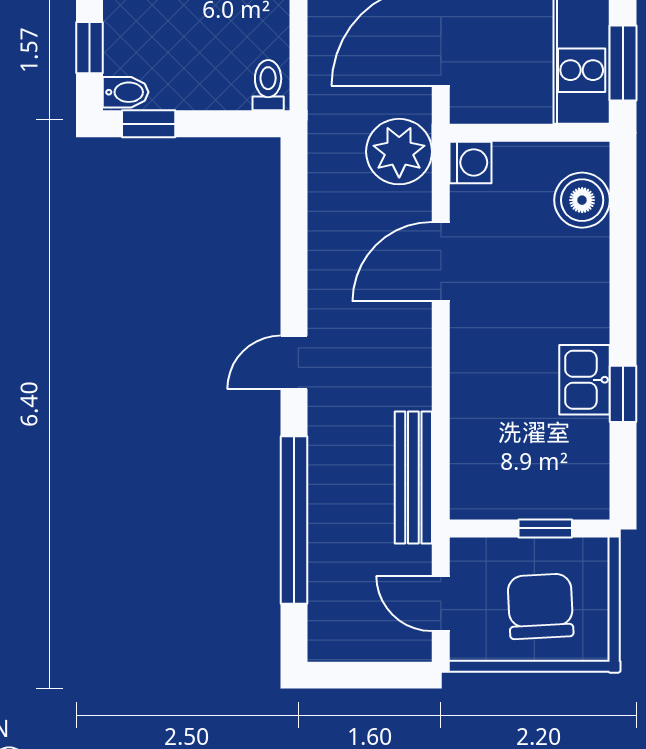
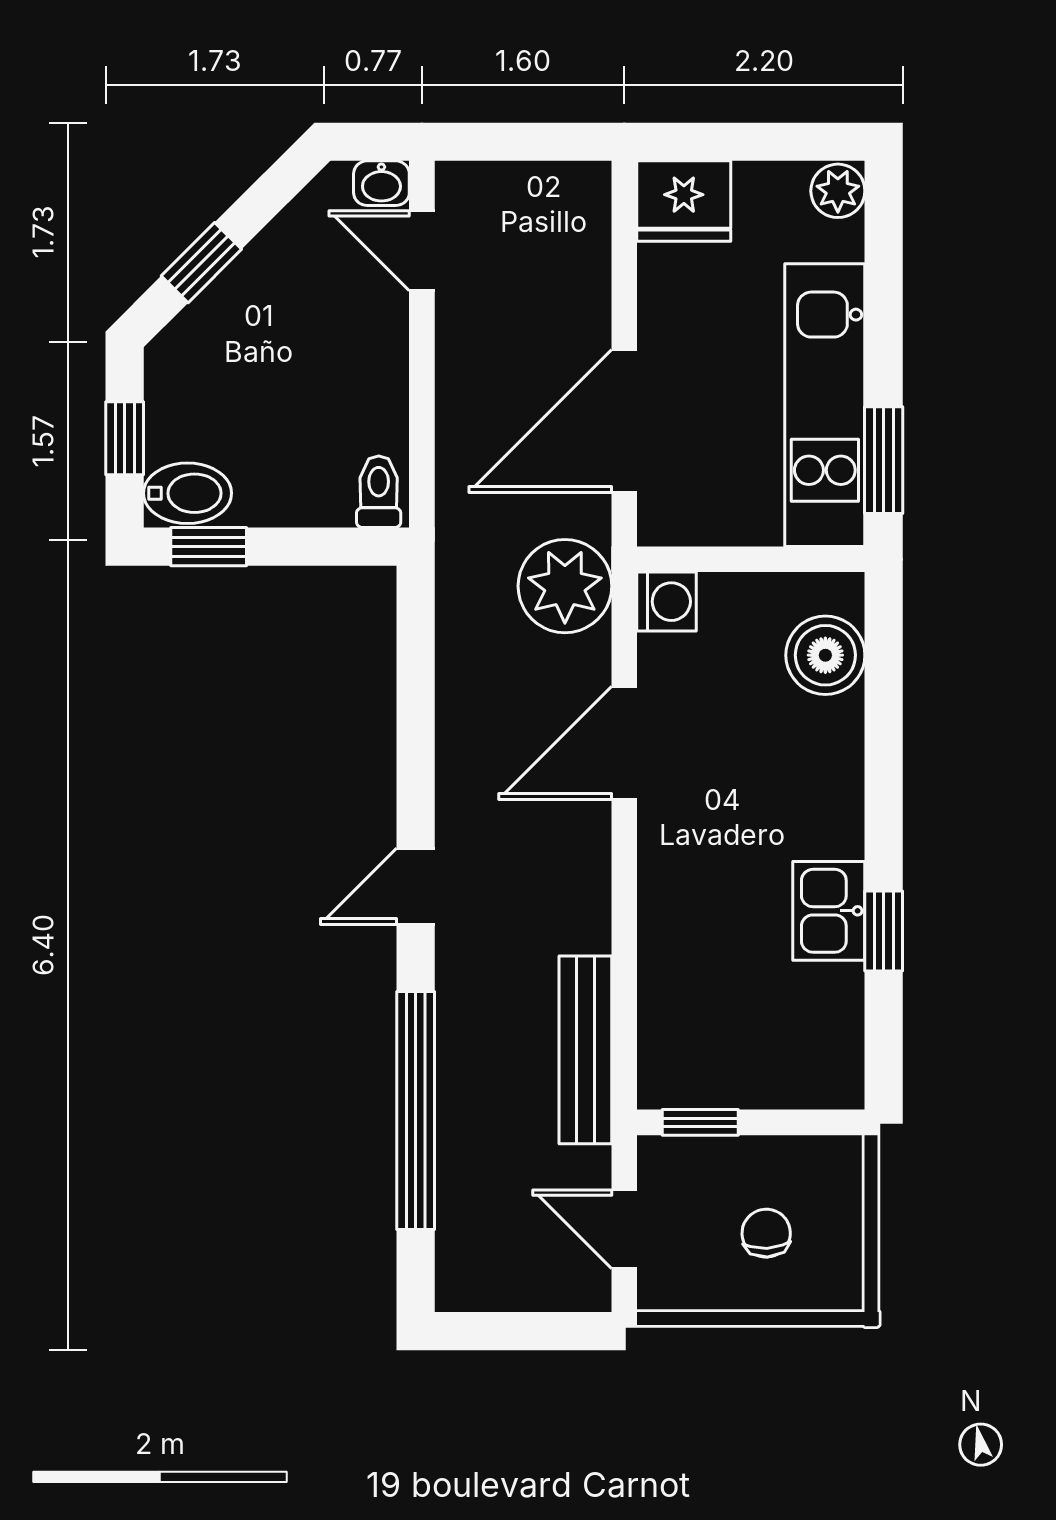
bidet: (126, 92) -> (187, 493), width x1.38, depth x1.36
window: (545, 528) -> (700, 1122), moved
chair: (540, 606) -> (766, 1233), width x0.54, depth x0.54

